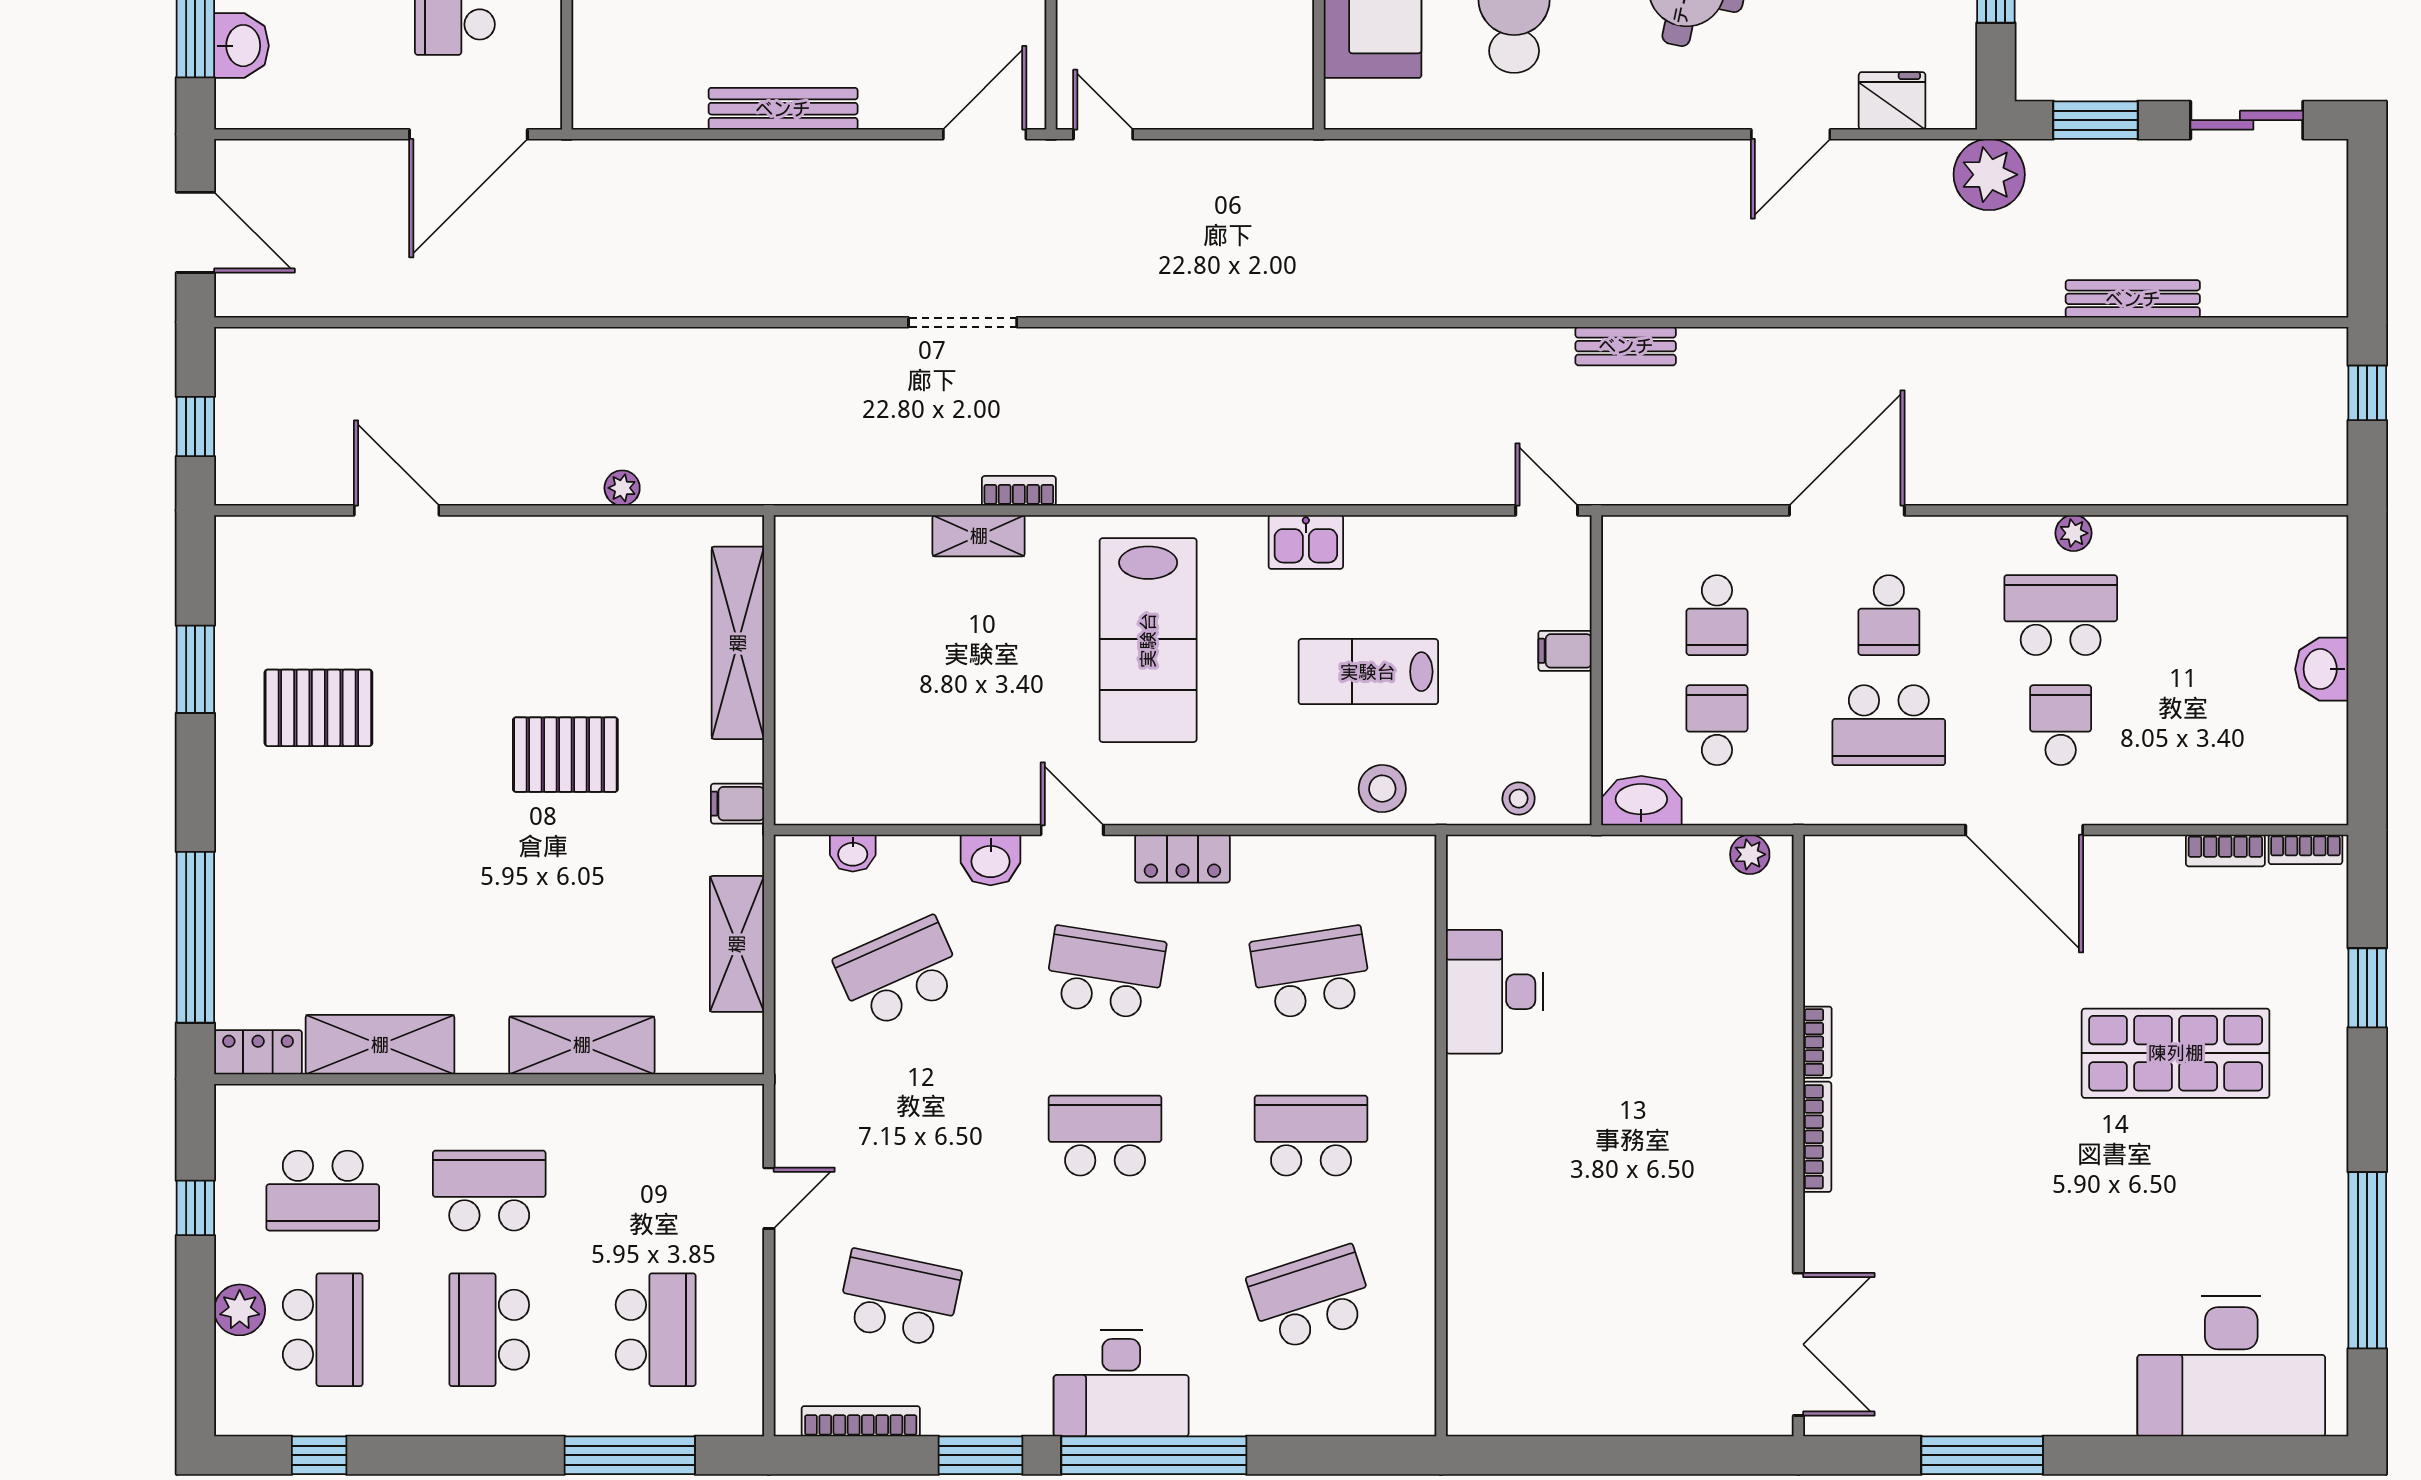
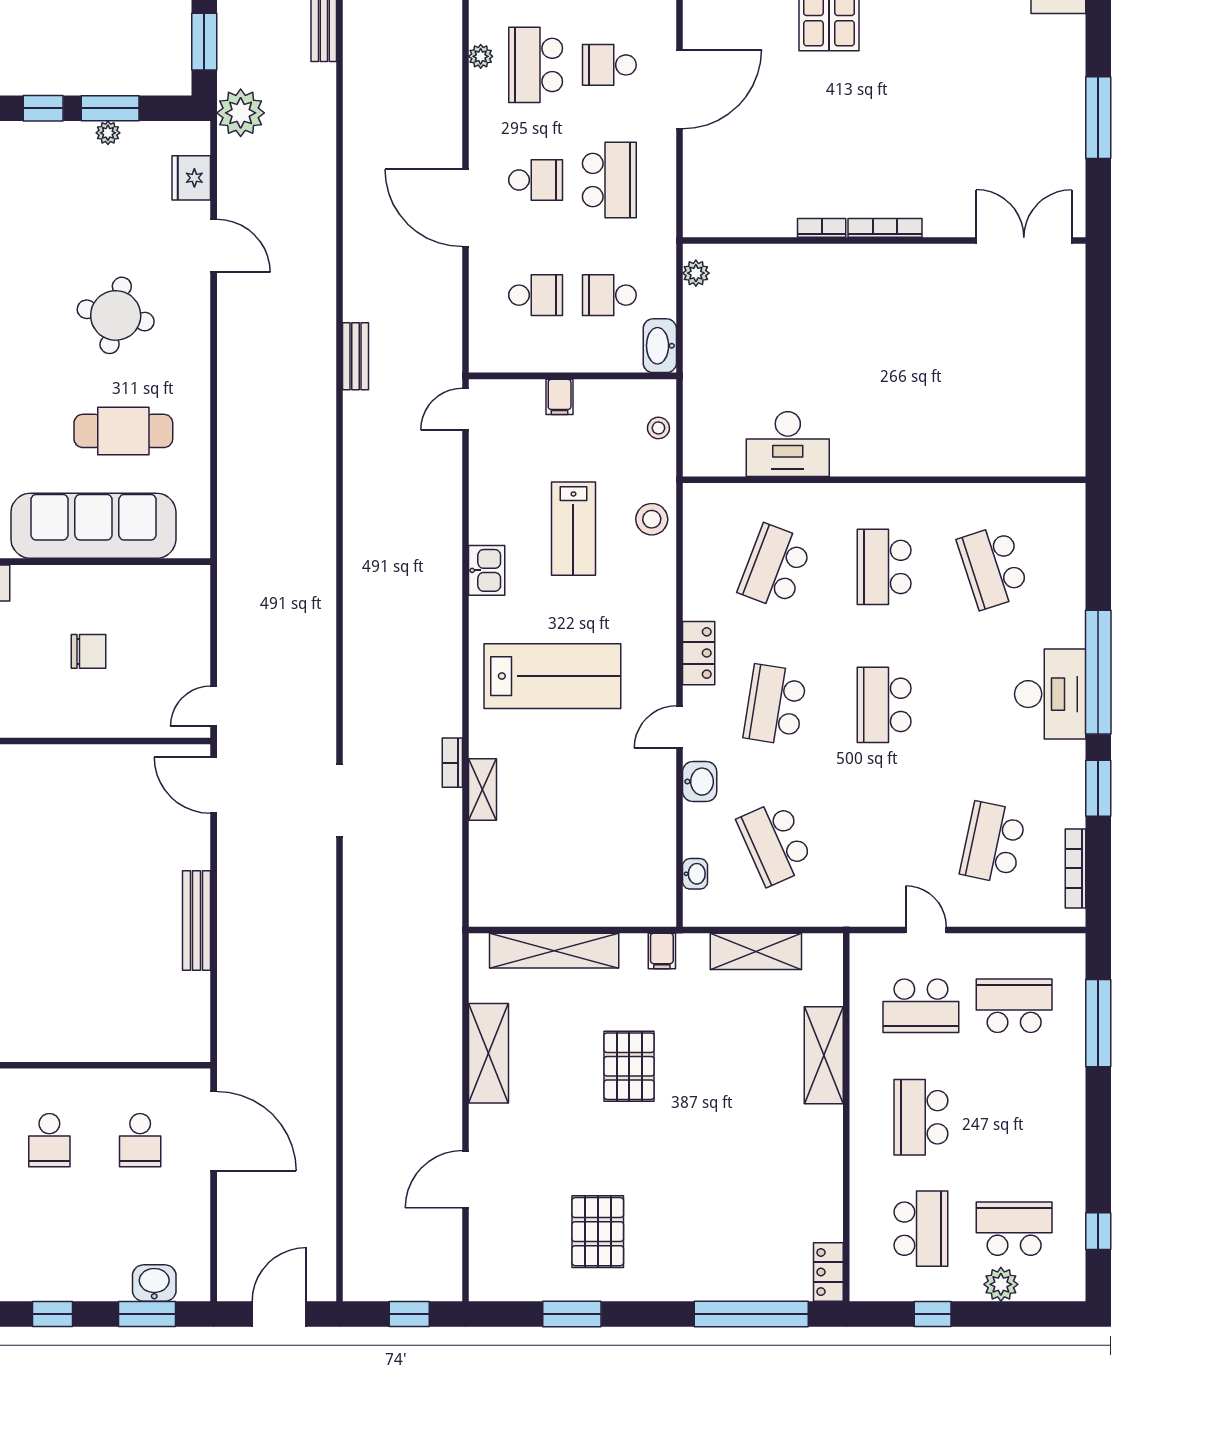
plant: (622, 488) -> (450, 1028), removed
school desk: (1311, 973) -> (775, 567), turned 30
shelving: (380, 1045) -> (489, 1053), moved
school desk: (489, 1330) -> (921, 1006), moved

